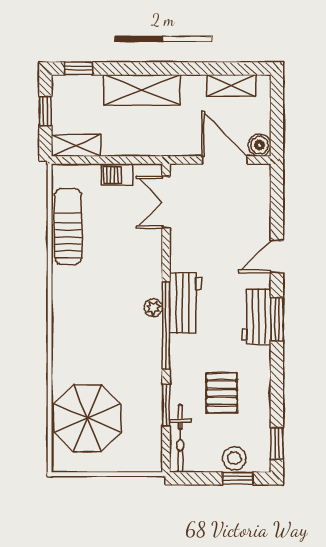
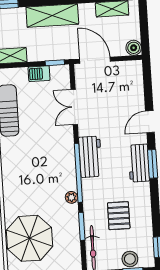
window: (141, 160) -> (55, 63), added
door: (225, 160) -> (95, 60), moved
double door: (166, 202) -> (74, 107), moved
plant: (153, 308) -> (71, 197), moved

